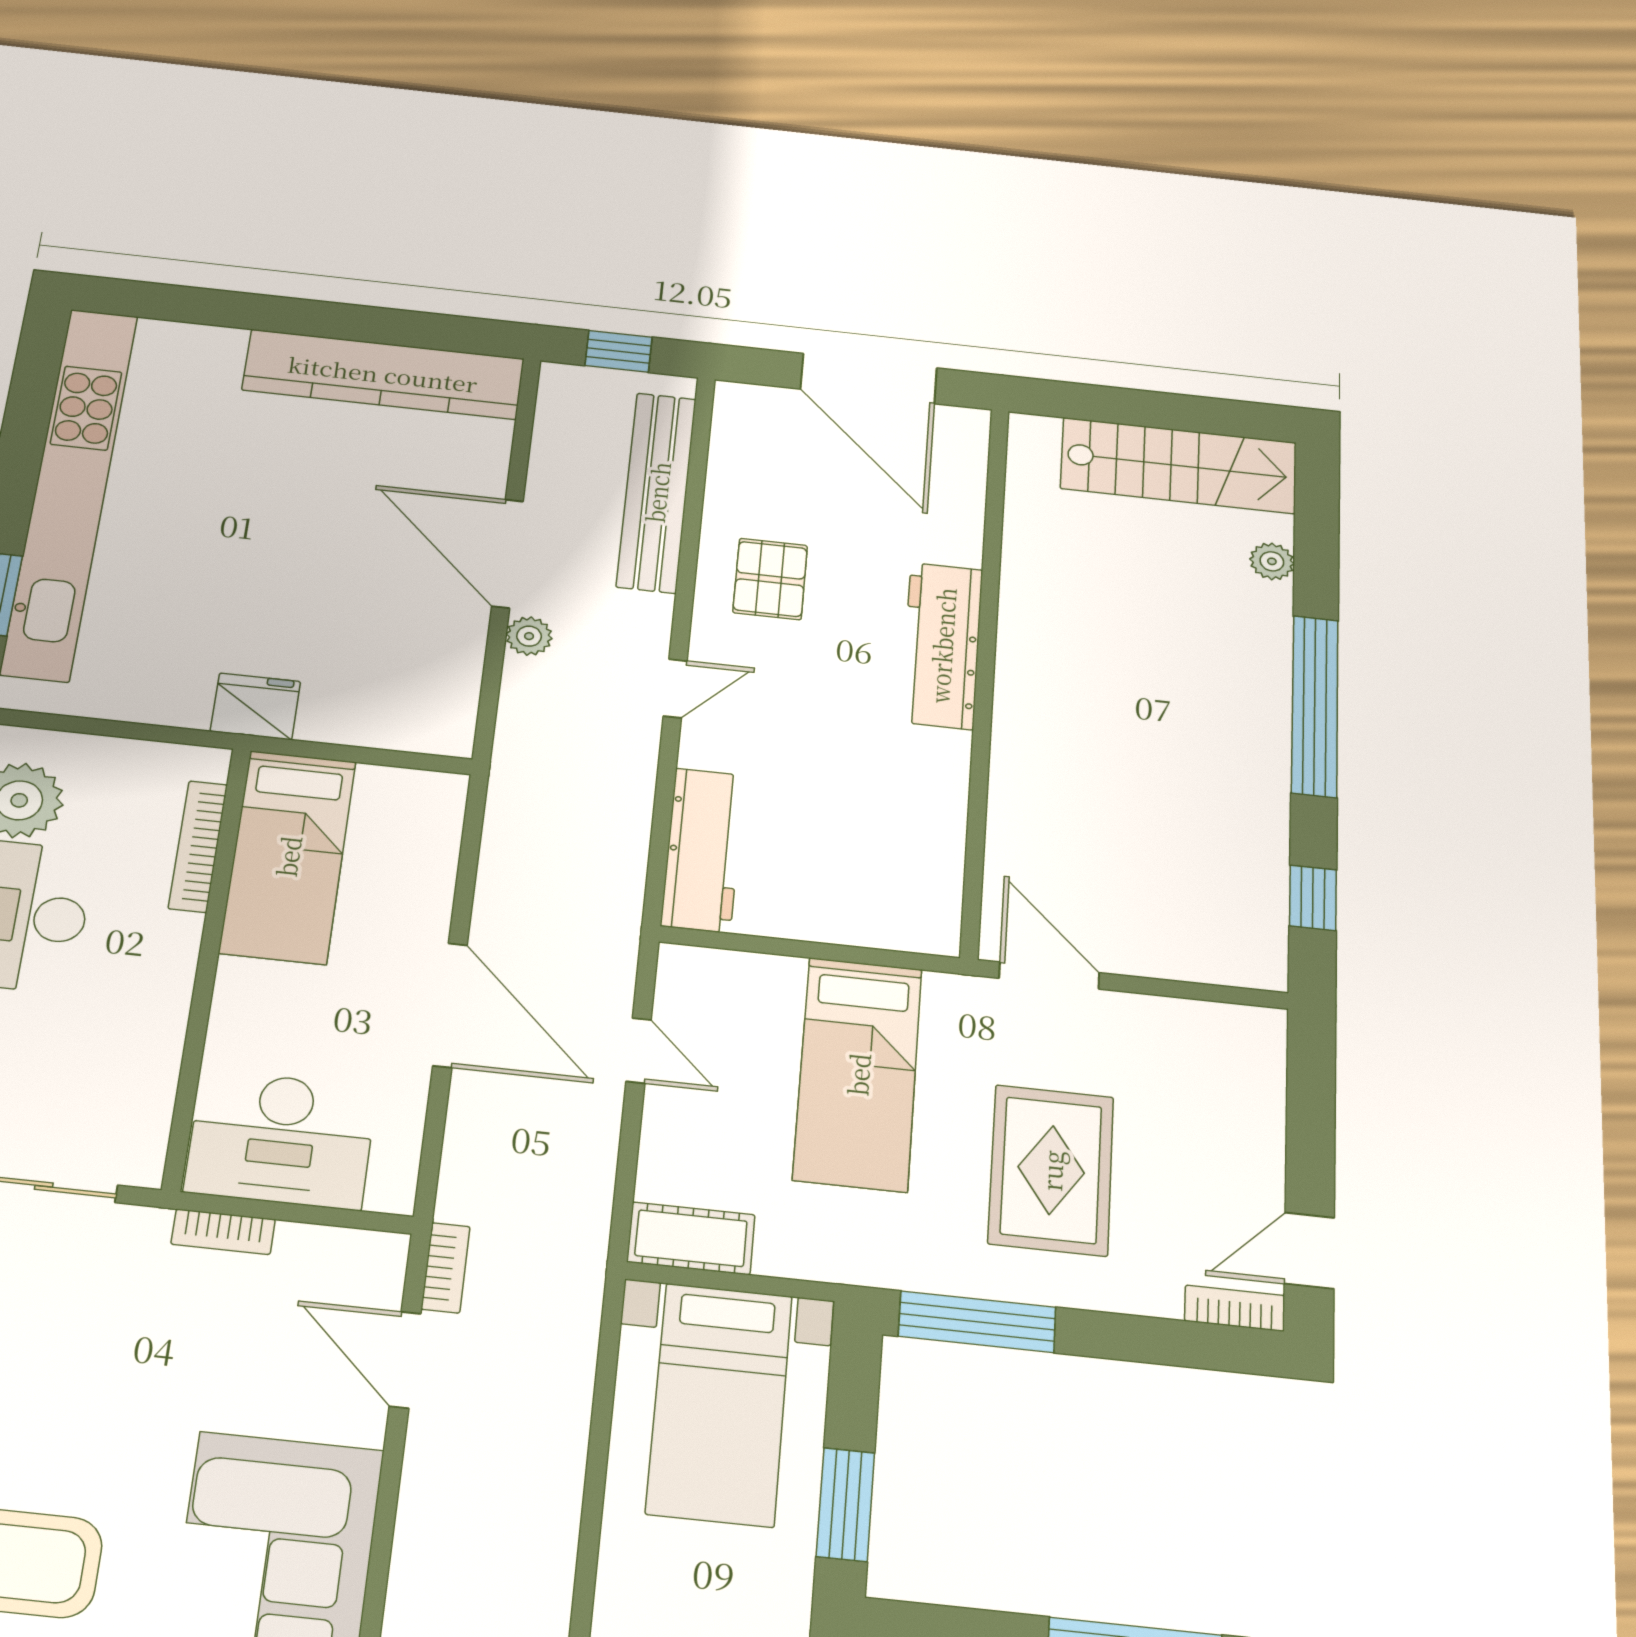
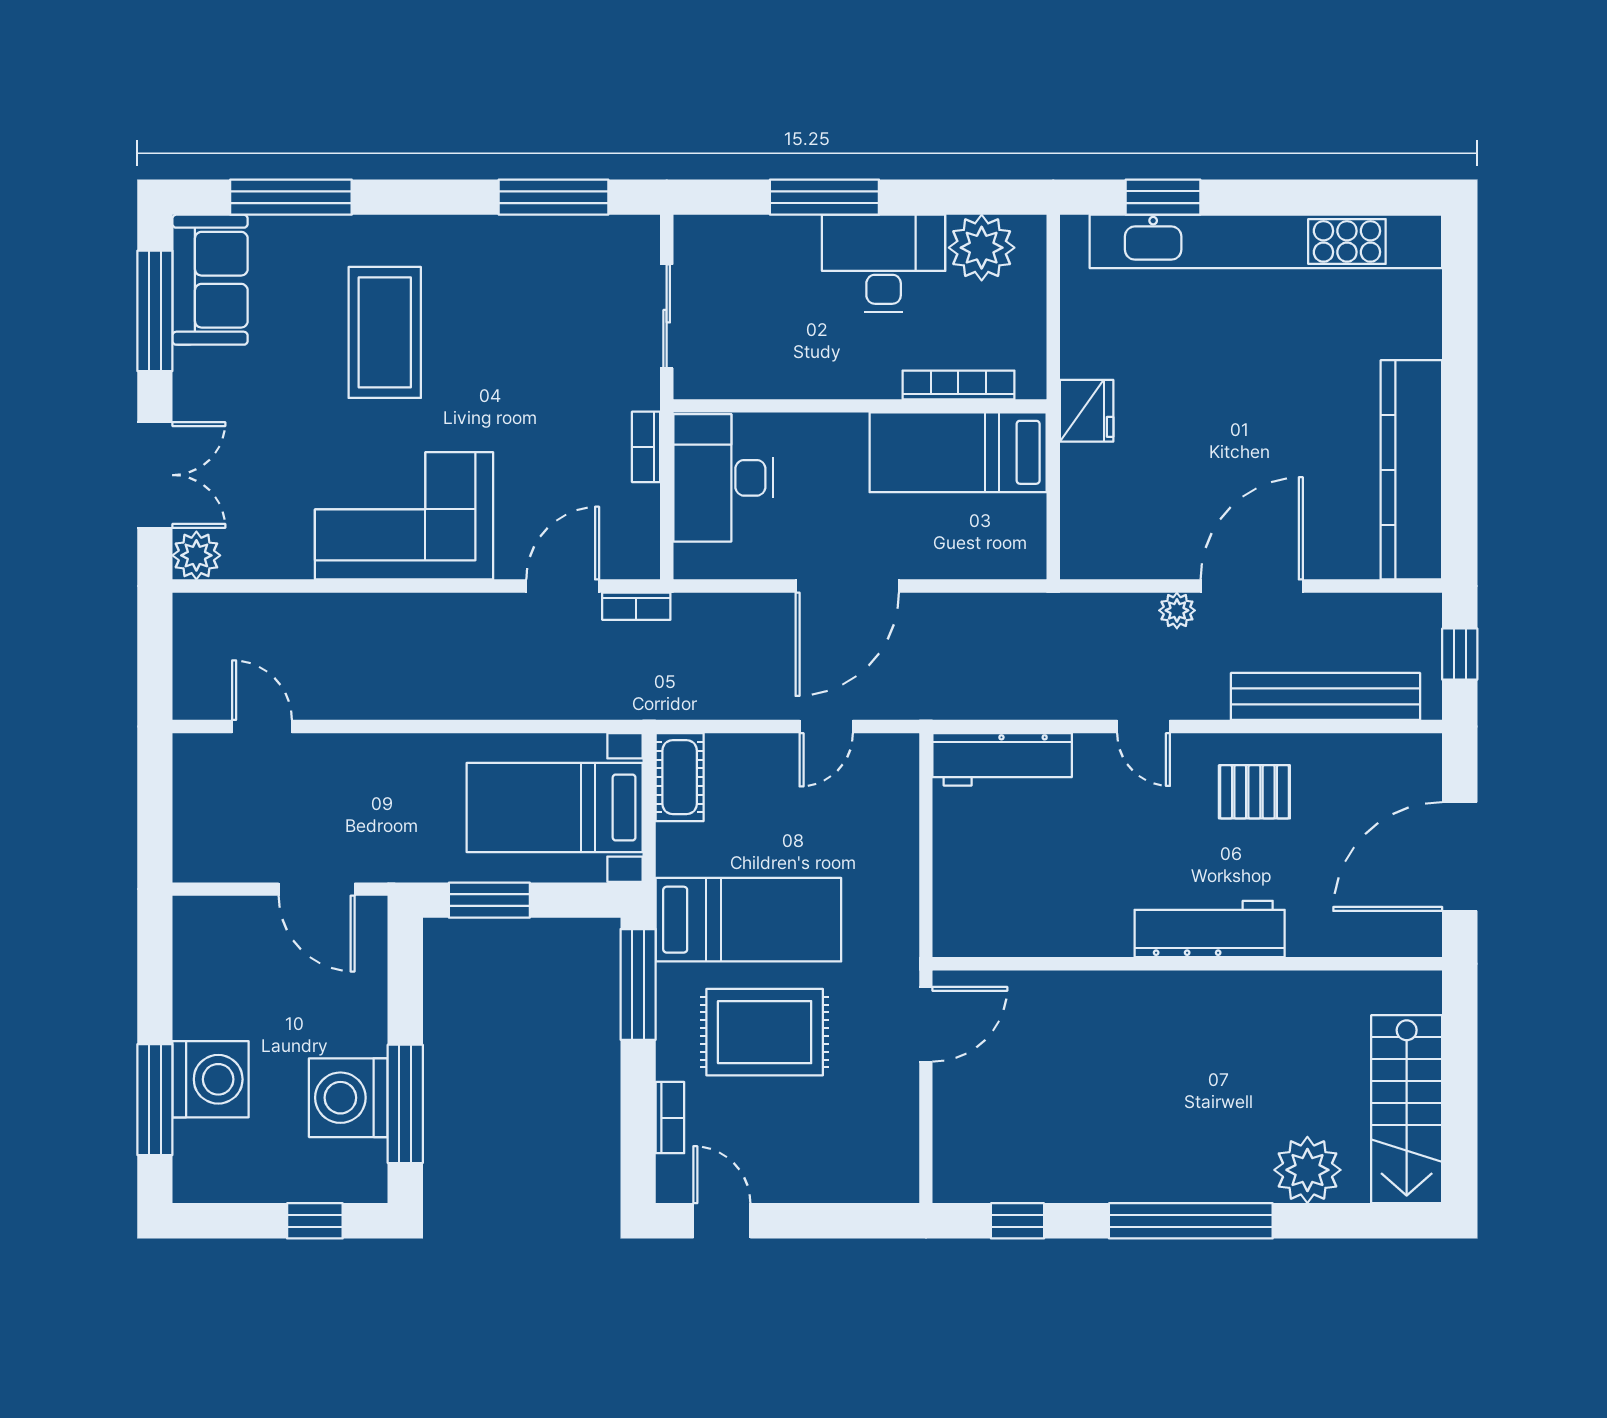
plant: (1272, 561) -> (1307, 1170), width x1.88, depth x1.88
bed: (858, 1074) -> (748, 920), moved, turned 180
bookcase: (1235, 1308) -> (670, 1118), moved

